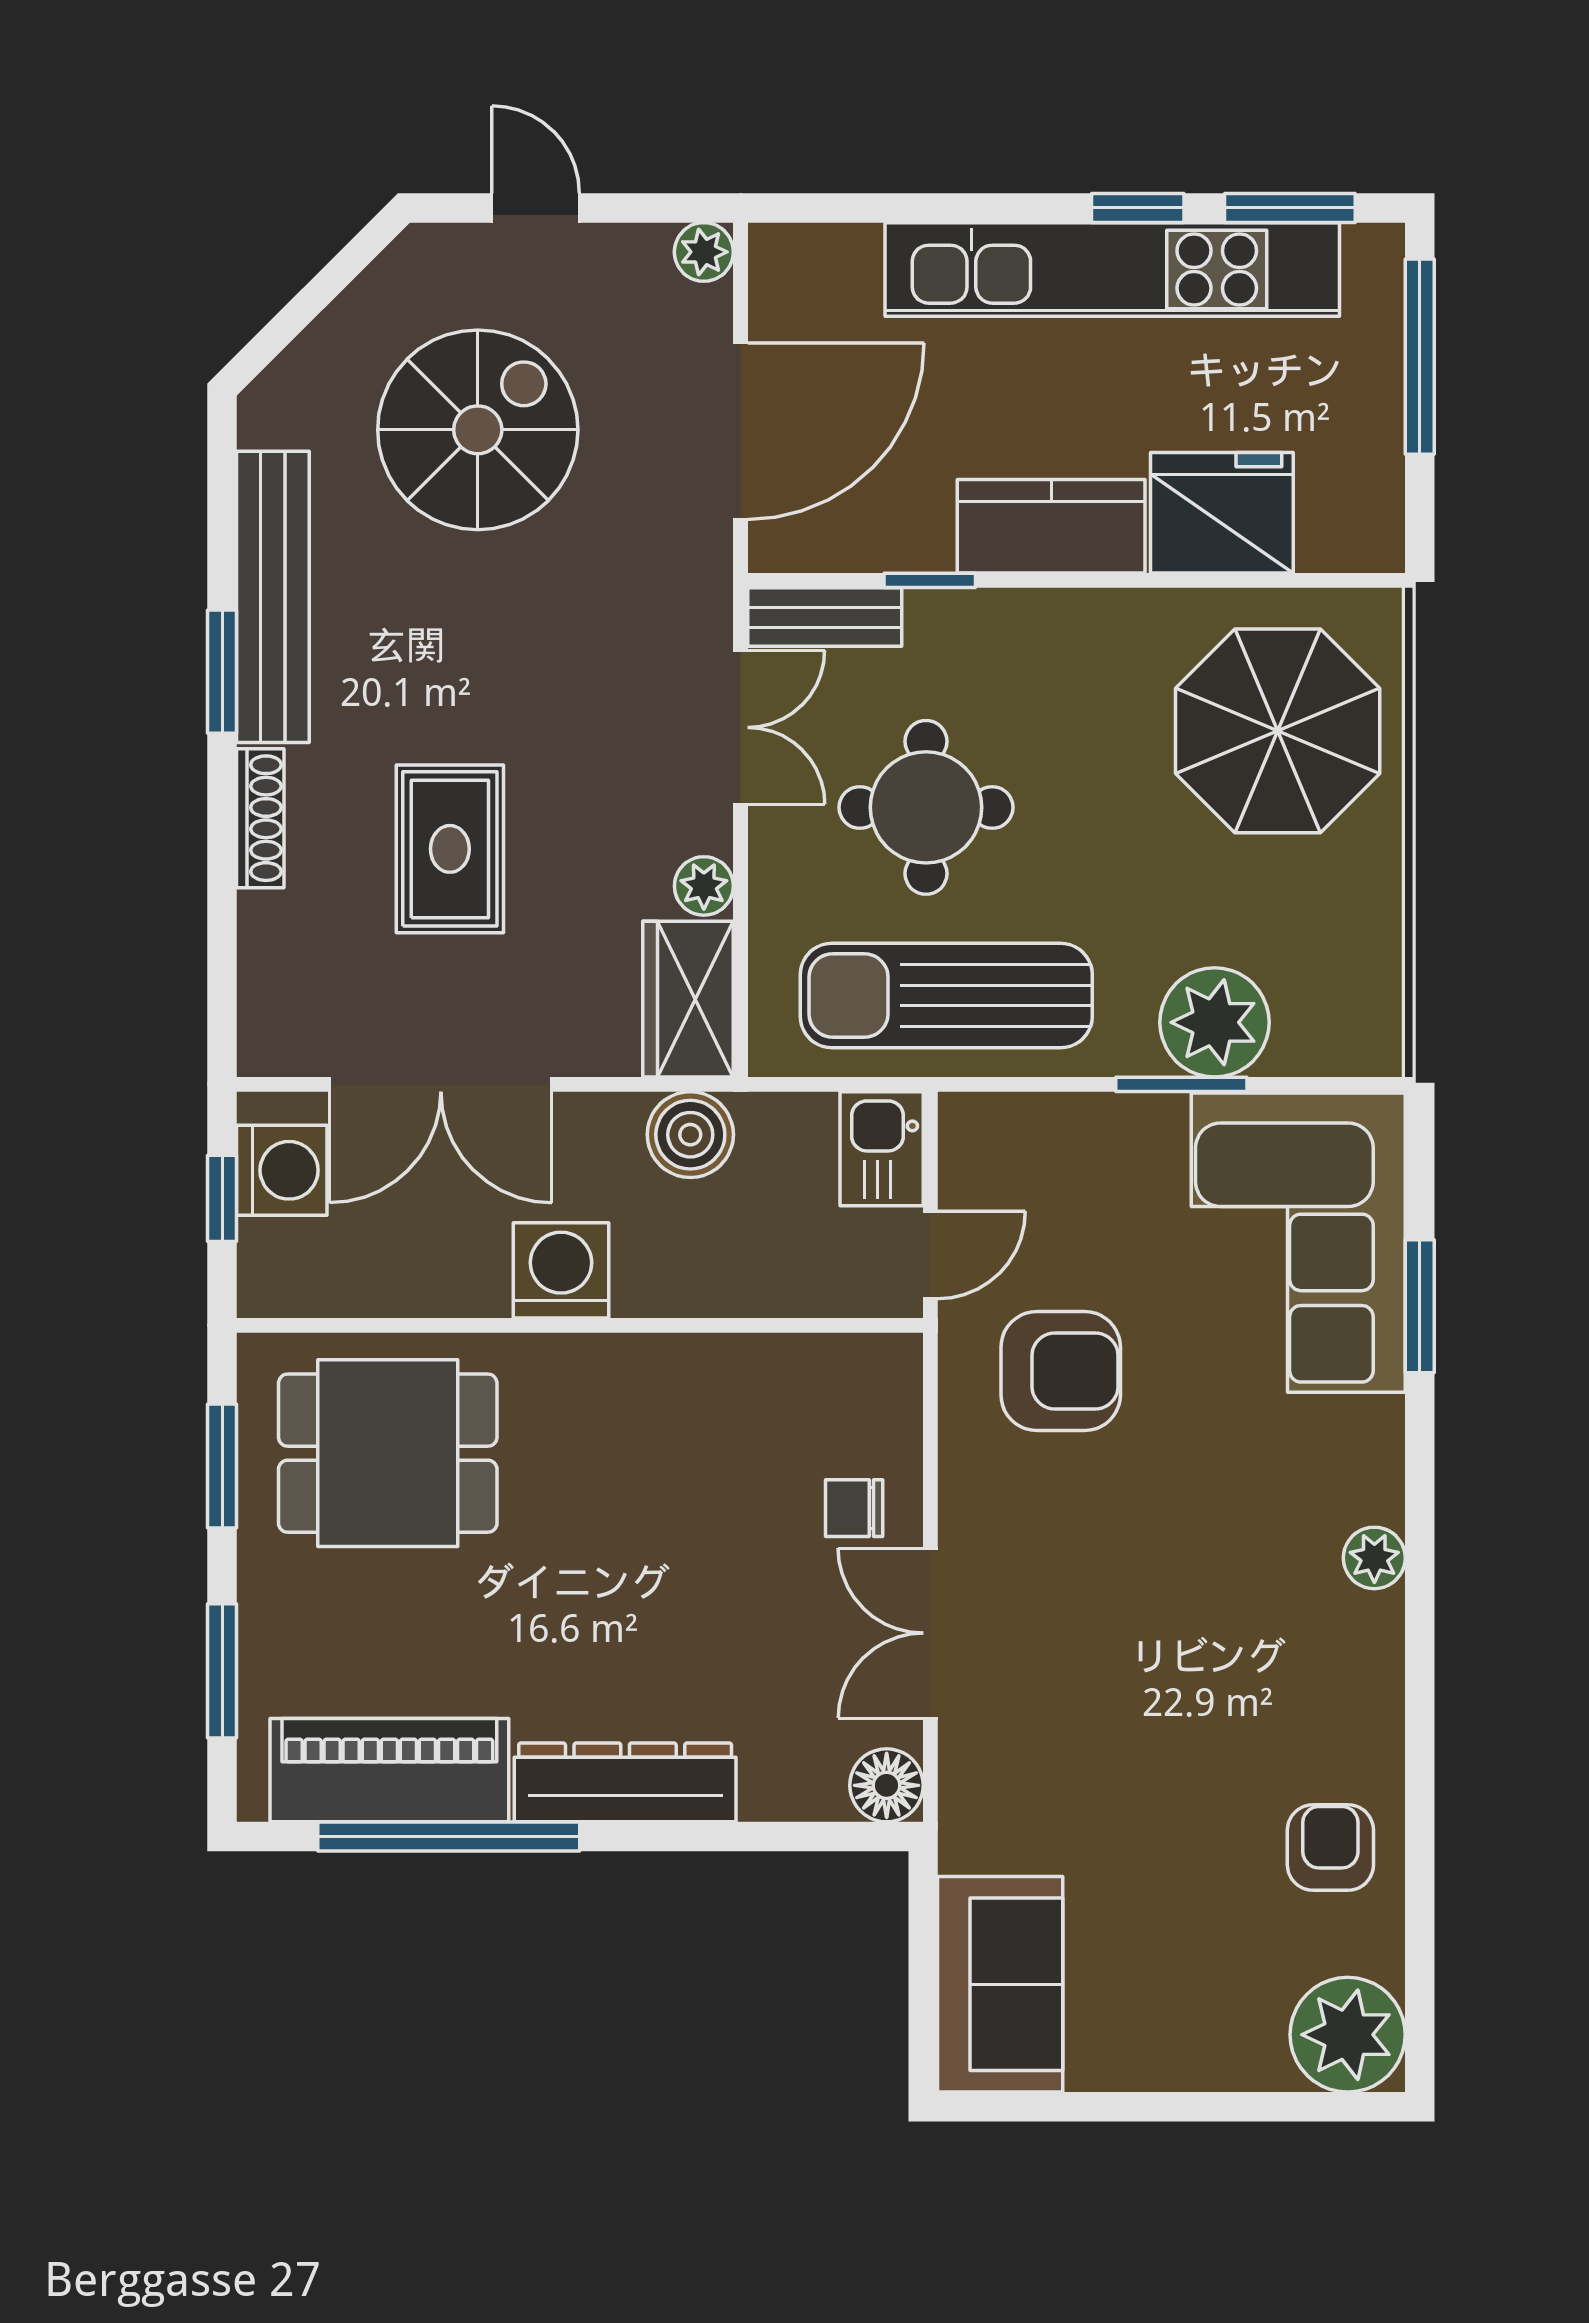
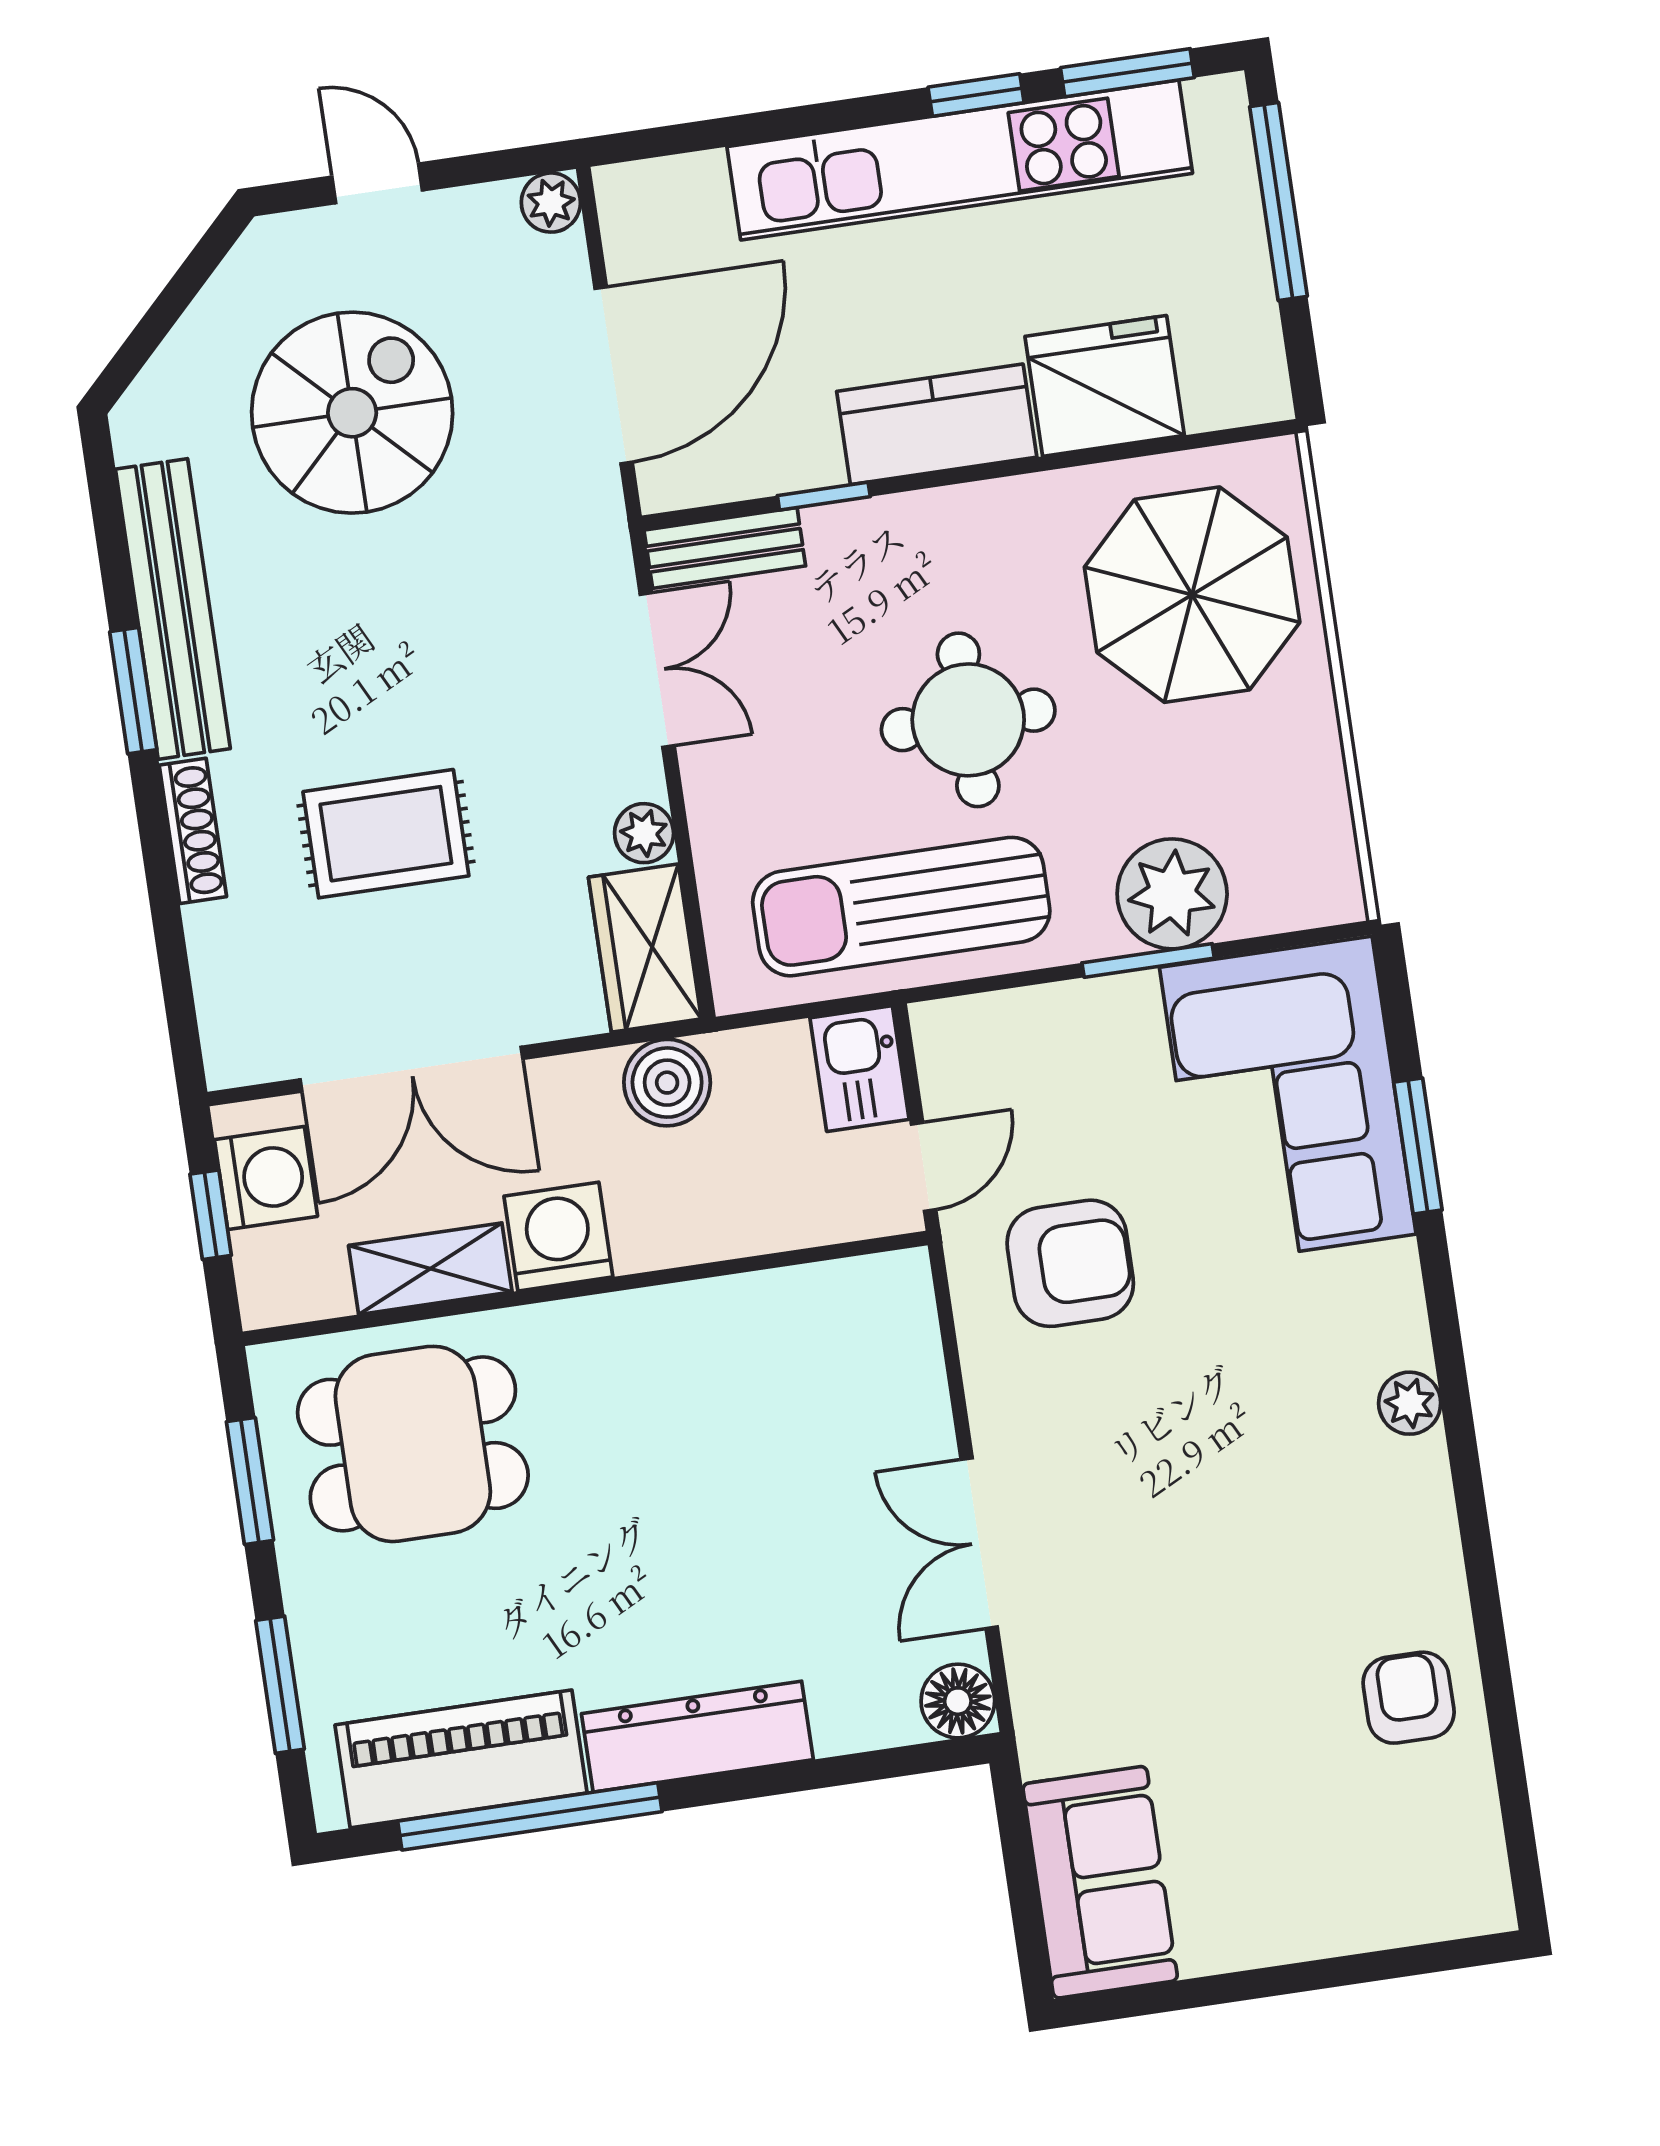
round table: (926, 807) -> (968, 720), moved
rug: (450, 849) -> (386, 834), turned 90
shelving: (430, 1283) -> (430, 1269), added
chair: (854, 1508) -> (885, 1430), removed
plant: (1348, 2035) -> (1453, 1881), removed

